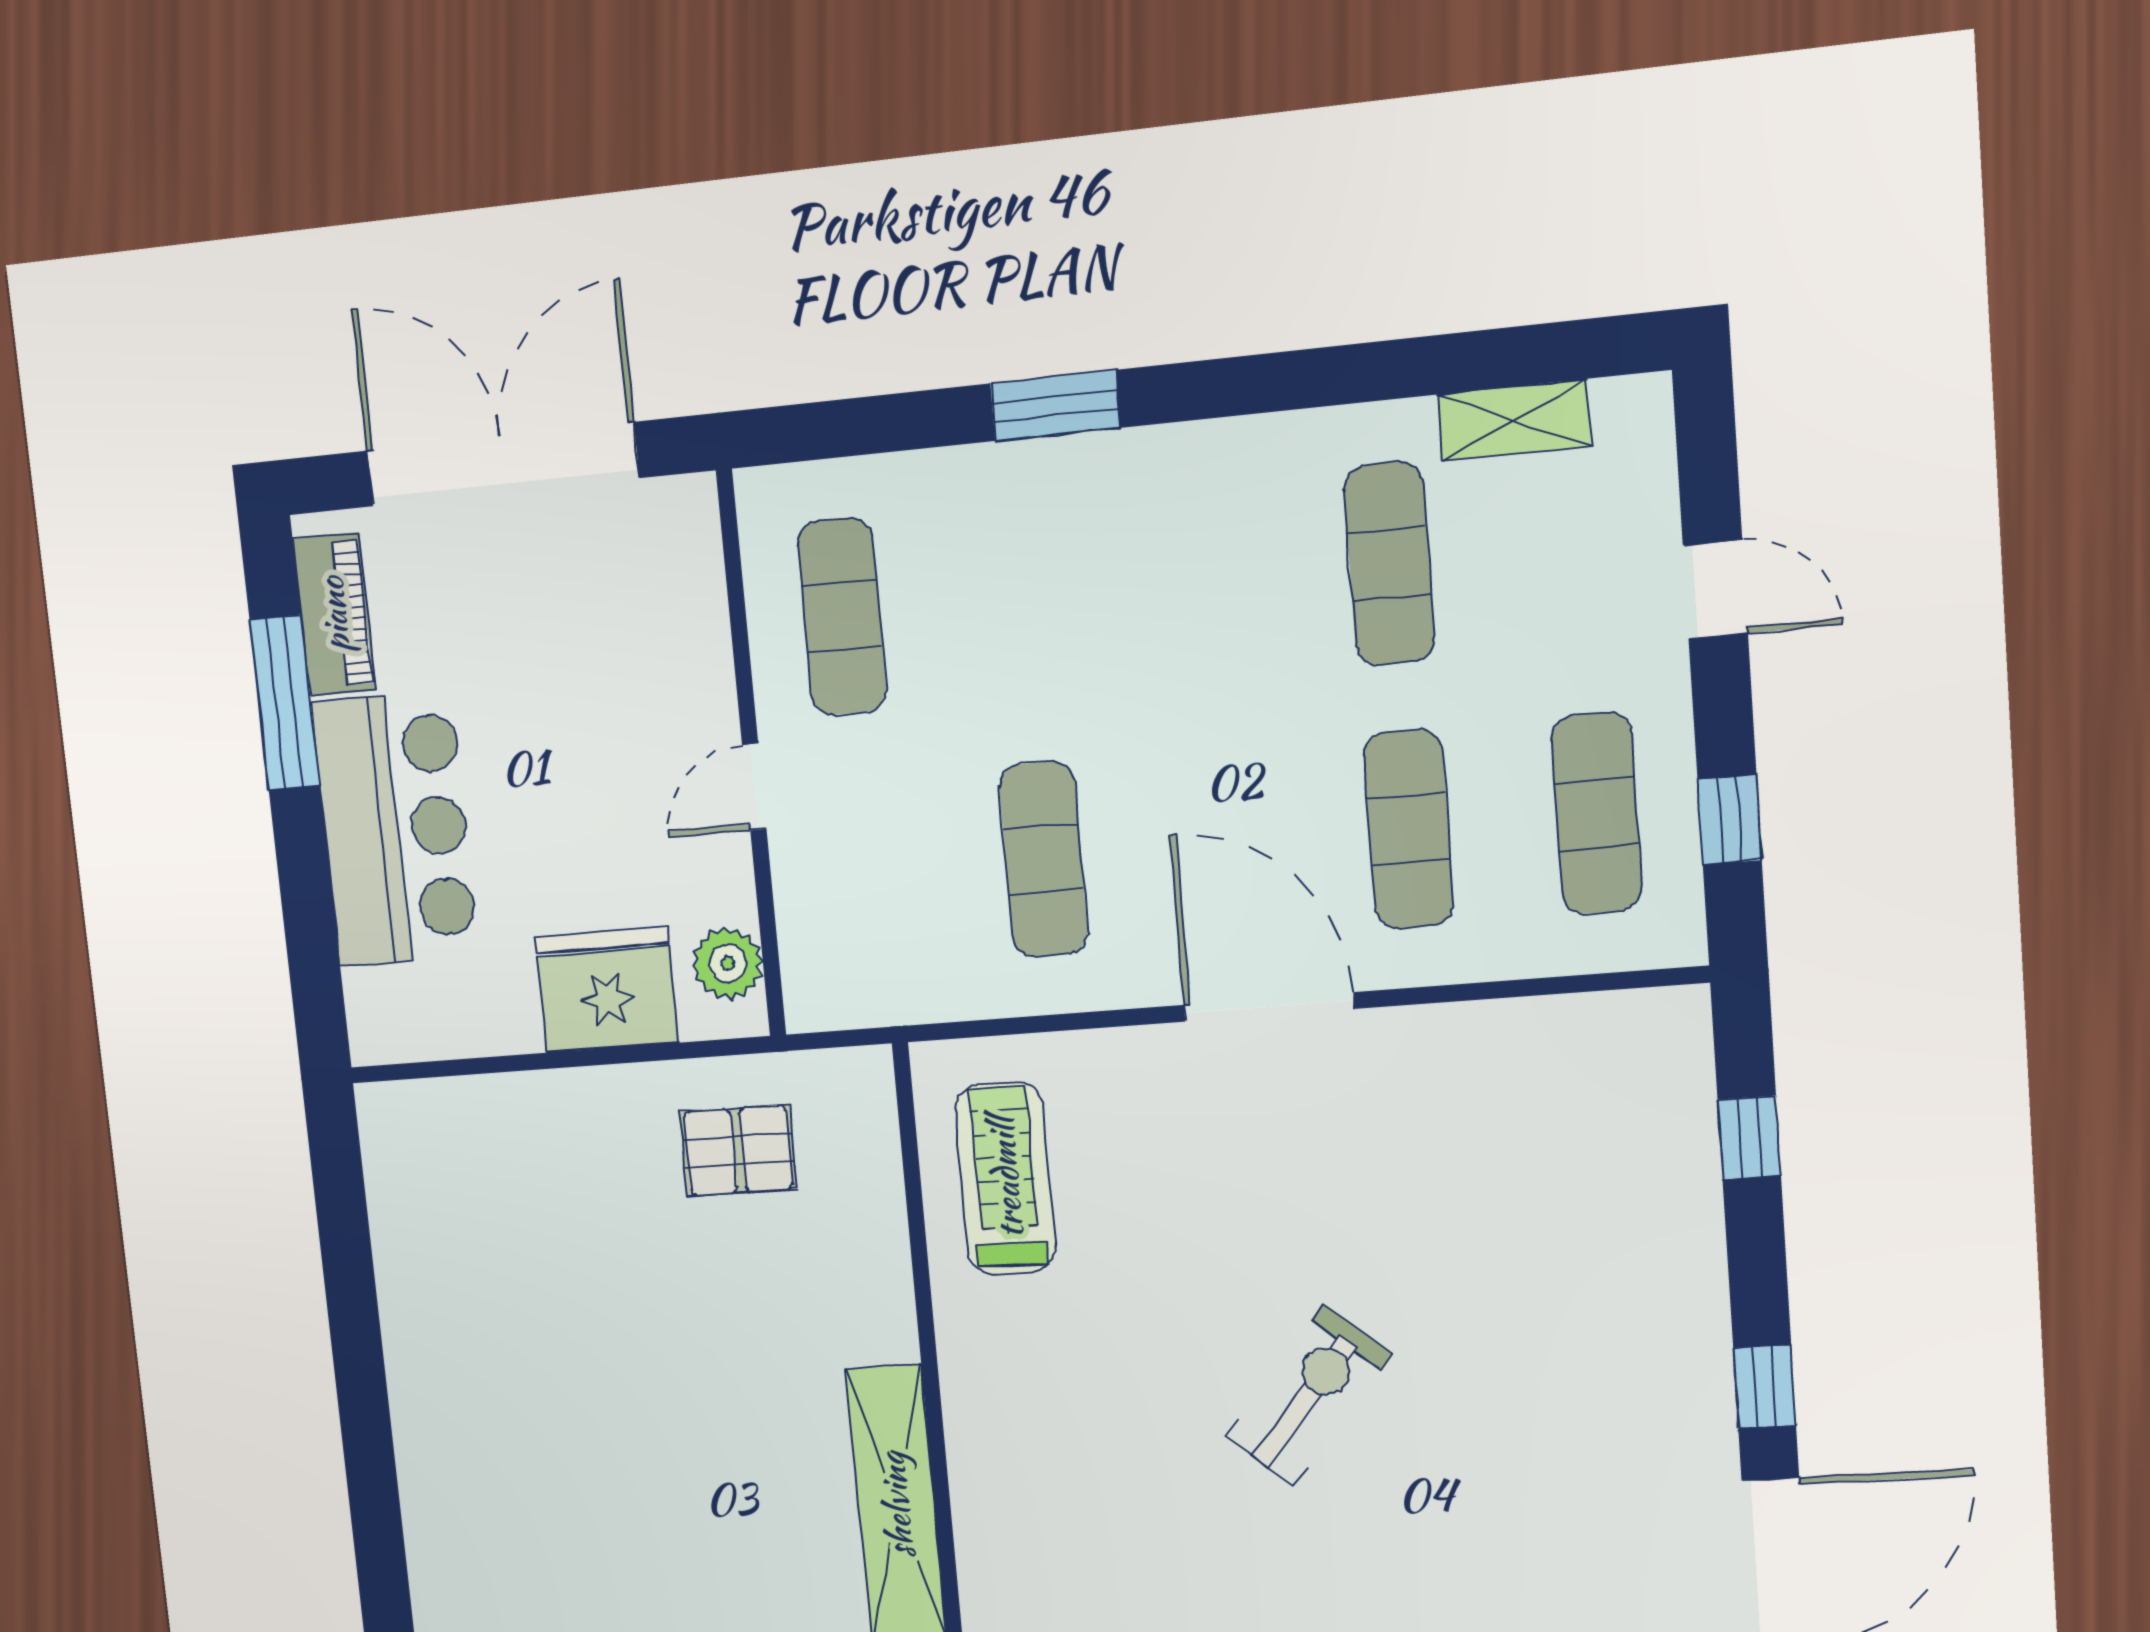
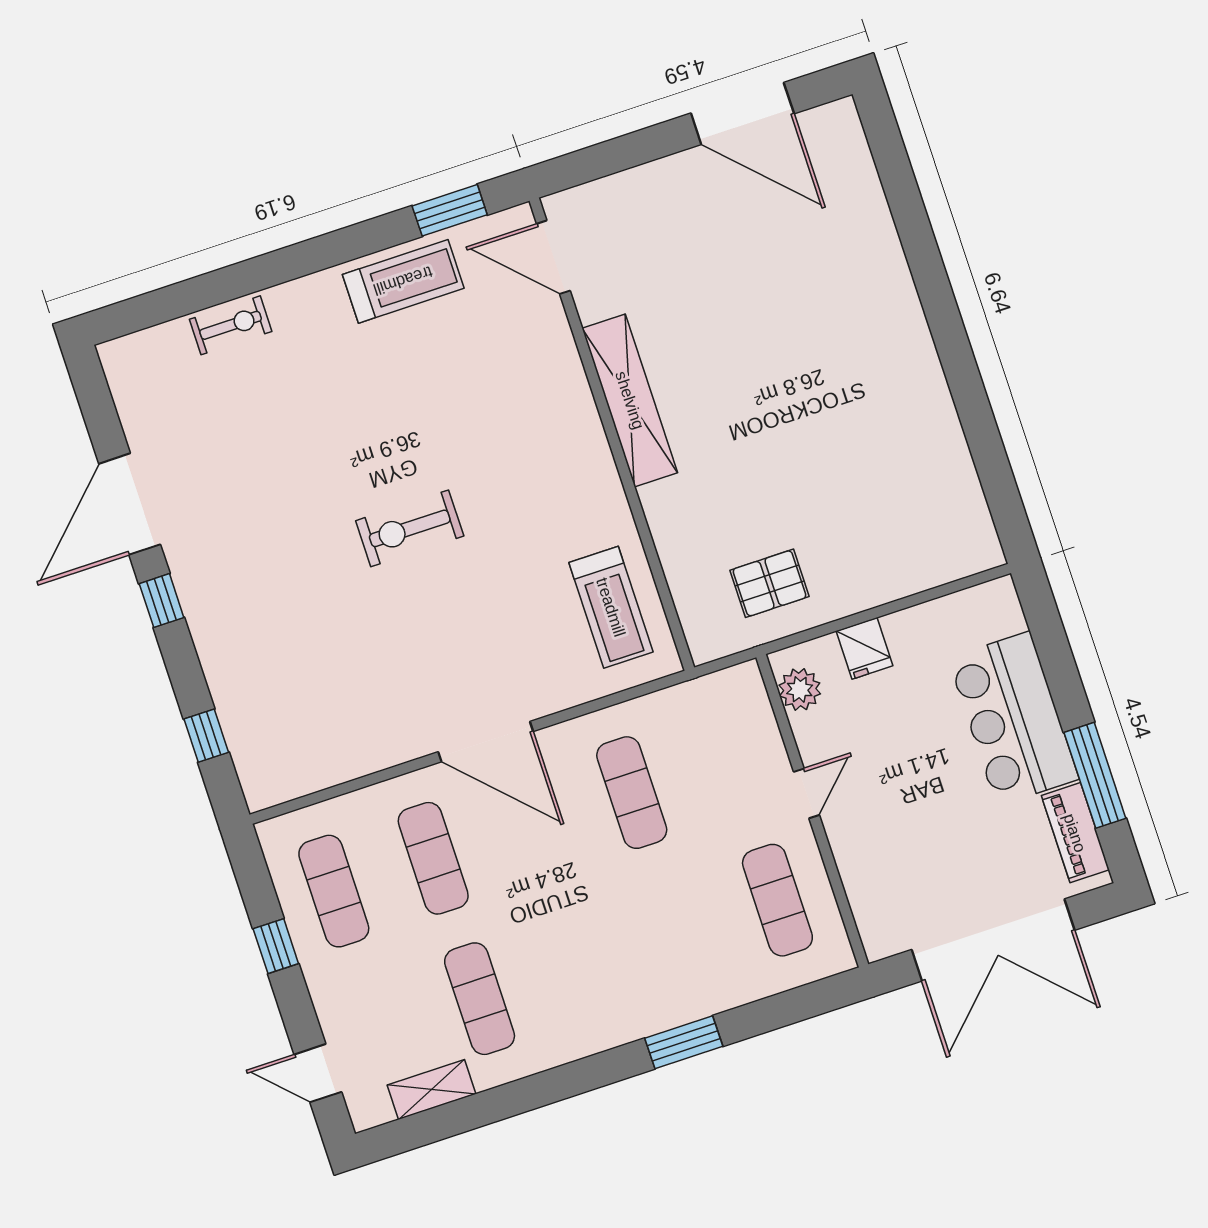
door: (1715, 589) -> (318, 1073), moved
window: (1730, 820) -> (276, 946), moved
fridge: (607, 990) -> (865, 648), width x0.53, depth x0.75
exercise bike: (1308, 1395) -> (410, 528), turned 50

